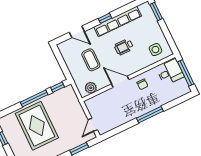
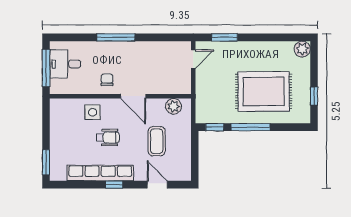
side table: (155, 50) -> (93, 112), moved
desk: (170, 72) -> (65, 64), moved
rug: (37, 126) -> (264, 91), turned 90

